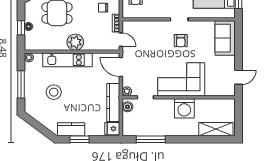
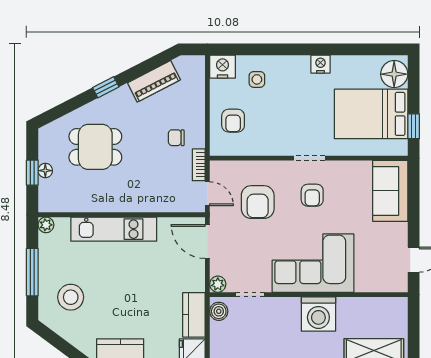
plant: (75, 42) -> (127, 198), removed
armchair: (150, 44) -> (258, 202), added
stool: (54, 92) -> (71, 297), moved
kitchen counter: (113, 102) -> (194, 315), width x0.67

